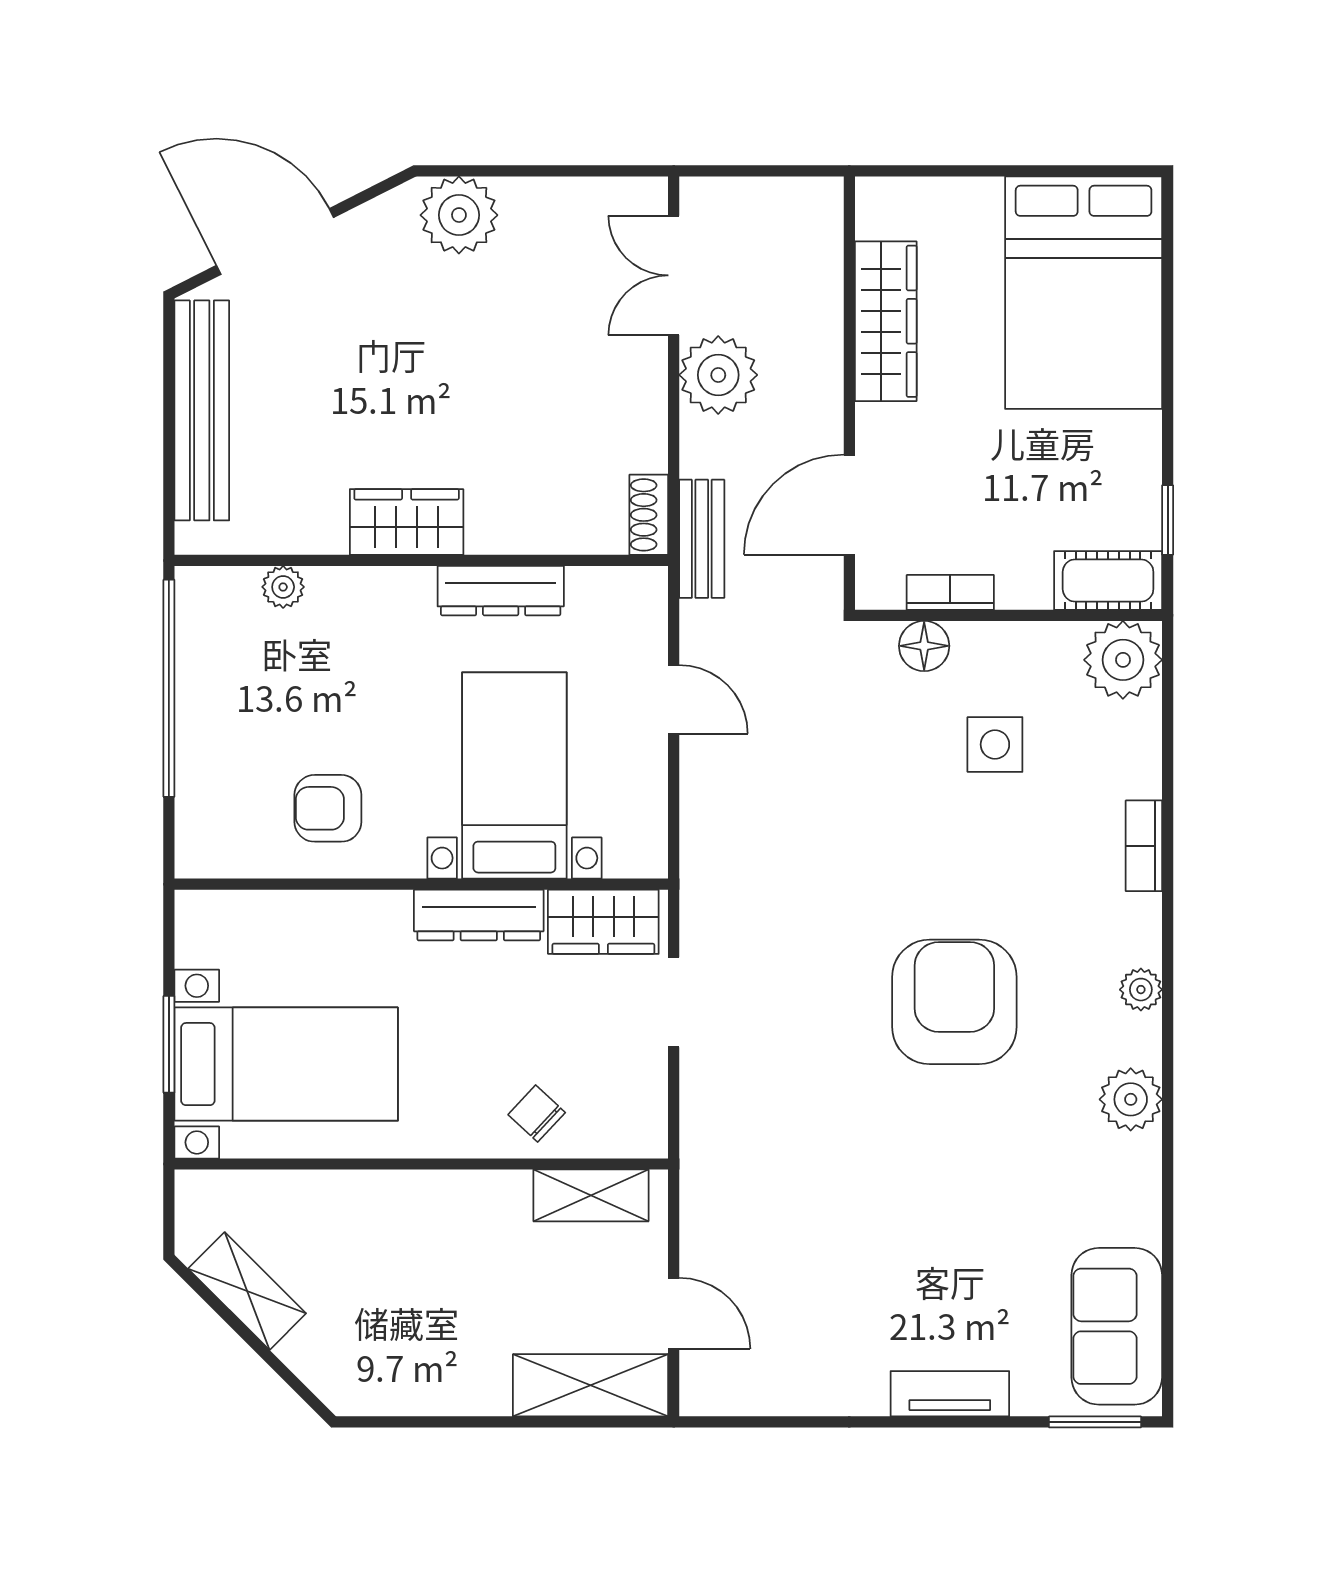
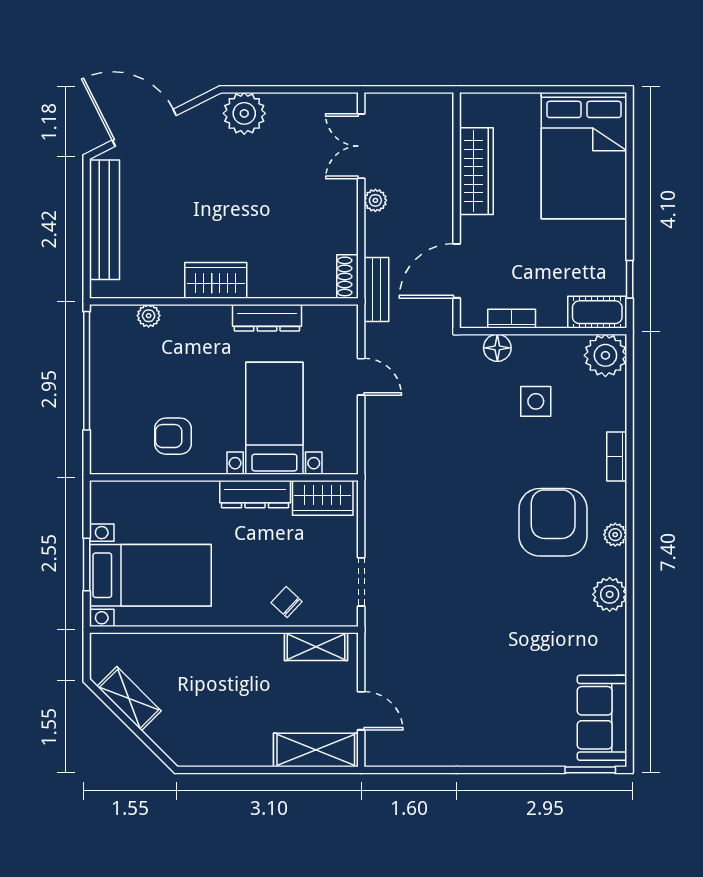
plant: (718, 375) -> (375, 200), width x0.53, depth x0.53
doorway: (674, 1002) -> (361, 582), moved
armchair: (954, 1002) -> (553, 522), moved
tv unit: (950, 1394) -> (511, 754), removed

